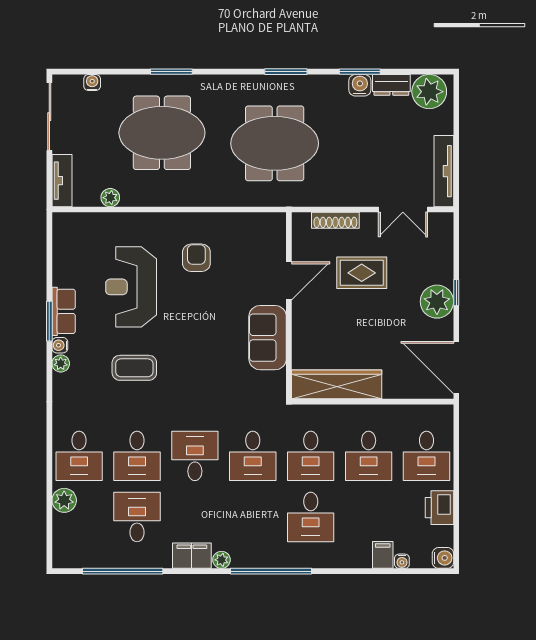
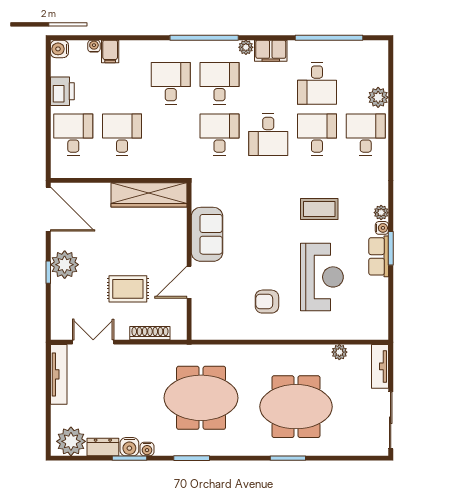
water cooler: (92, 83) -> (147, 449), moved
armchair: (196, 258) -> (267, 302), turned 90
desk: (311, 456) -> (219, 83), moved

